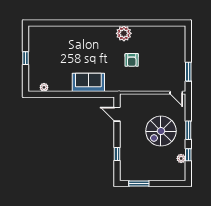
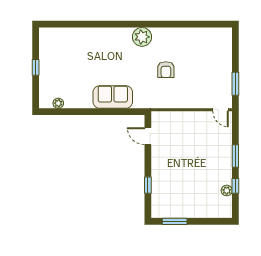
plant: (124, 33) -> (142, 37), moved
spiral stairs: (161, 131) -> (202, 157), removed

